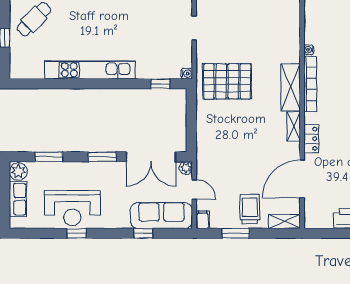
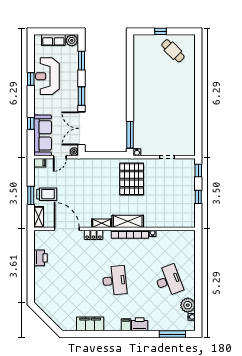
kitchen unit: (90, 70) -> (139, 88), removed
window: (160, 84) -> (130, 135), width x2.17
window: (236, 233) -> (31, 195), moved

